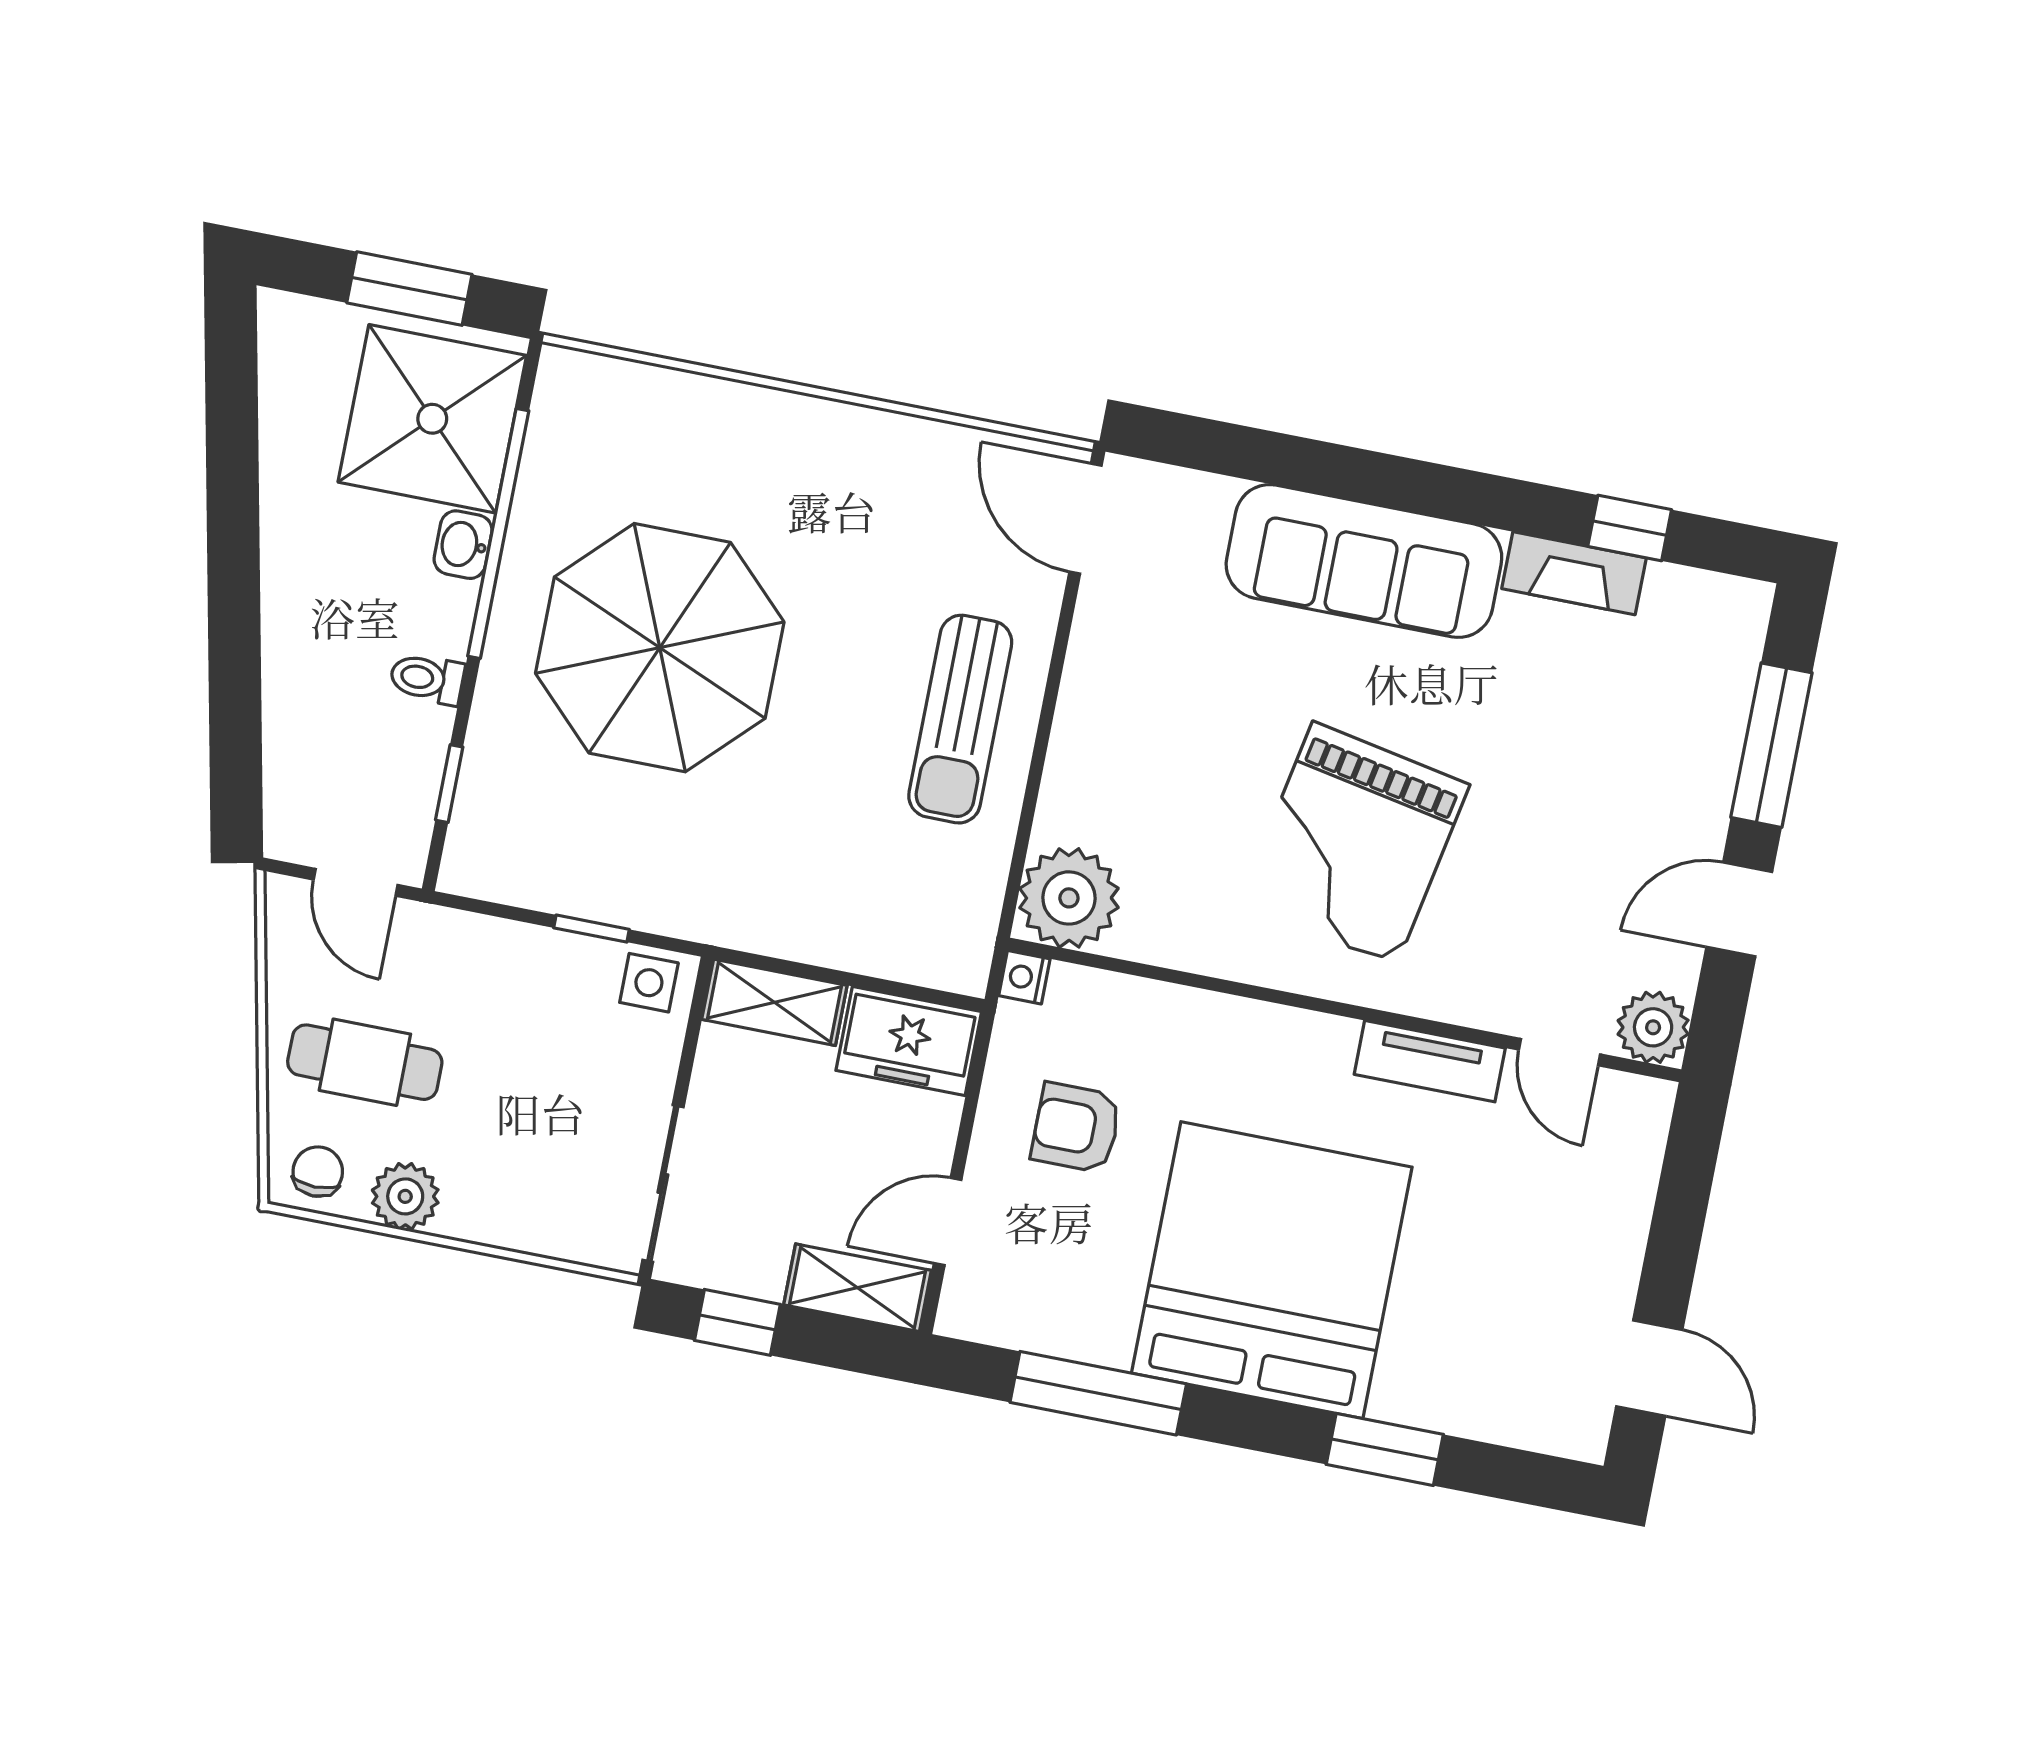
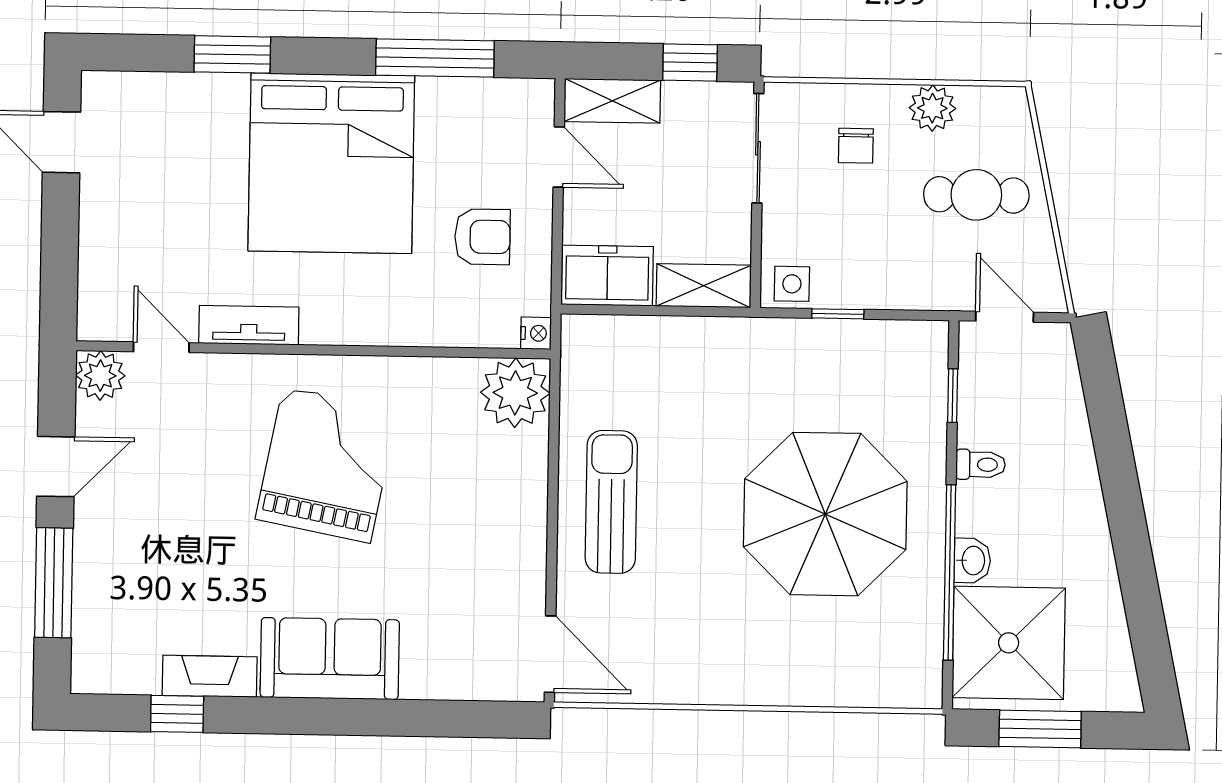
sofa: (1364, 561) -> (330, 659), width x0.73
chair: (318, 1172) -> (856, 146), moved
door: (948, 1221) -> (559, 157), hinge flipped

